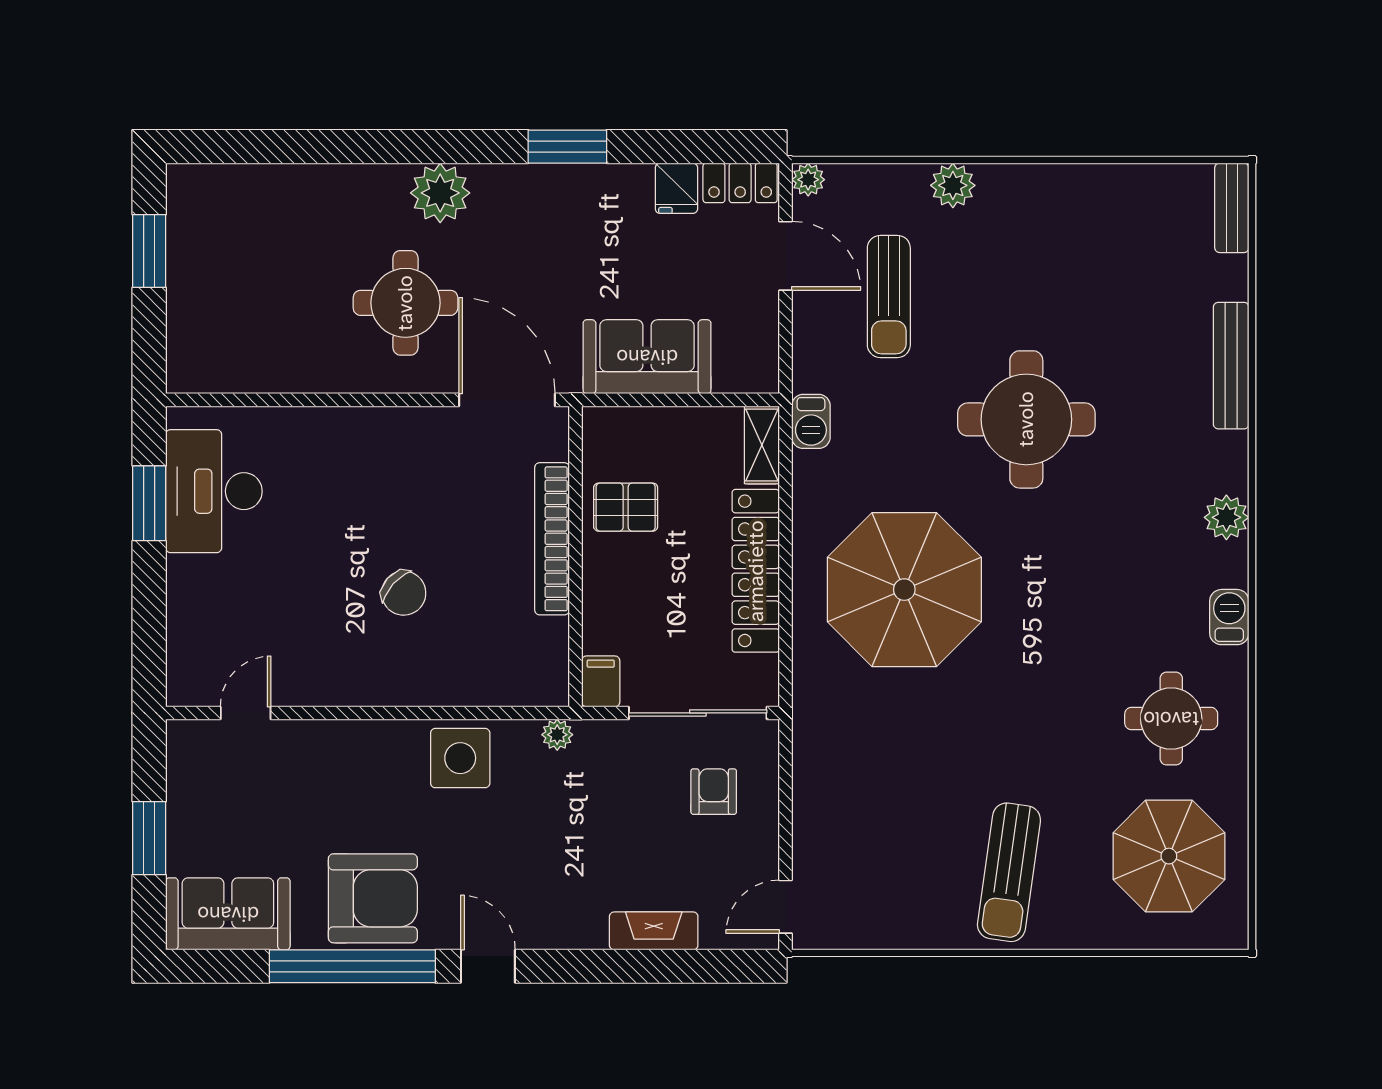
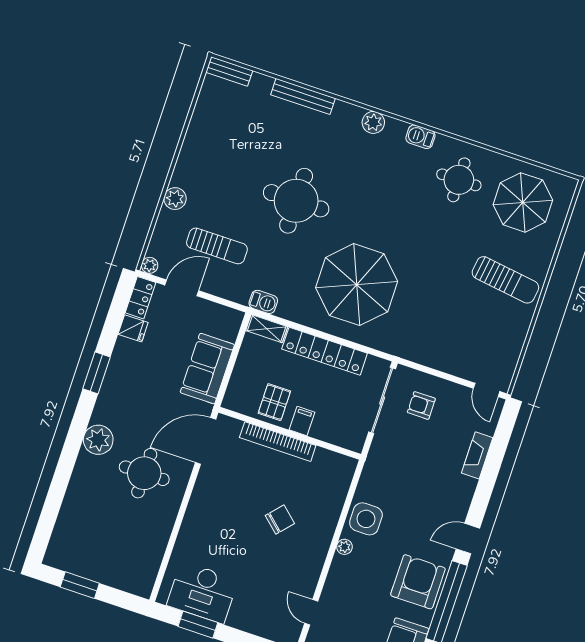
filing cabinet: (601, 681) -> (302, 421), moved, turned 90
plant: (557, 735) -> (344, 547), moved

